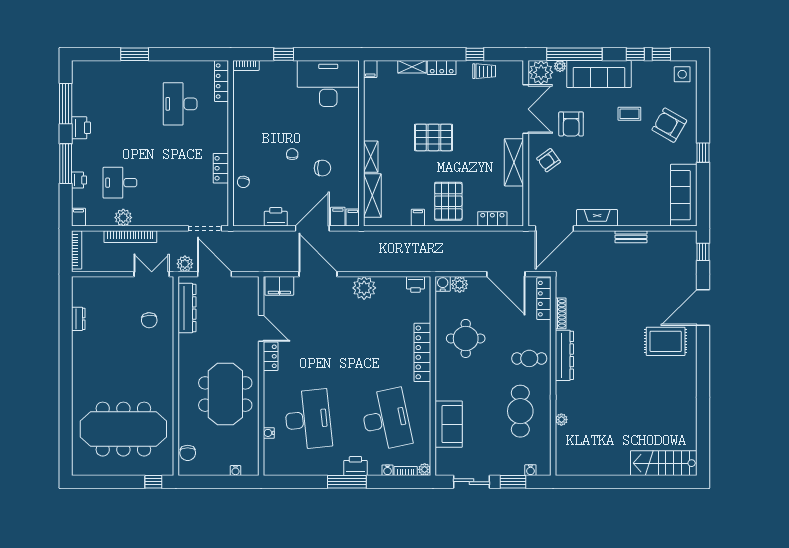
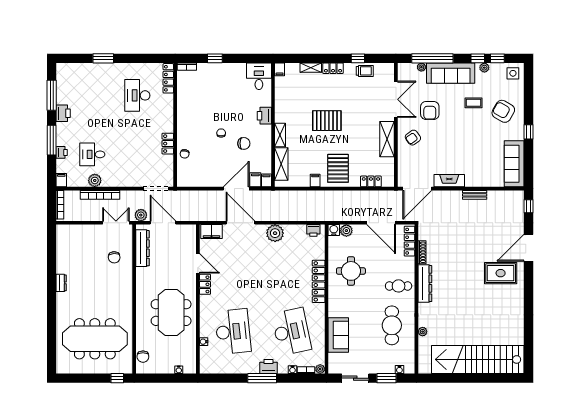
plant: (541, 72) -> (484, 68), moved, width x0.53, depth x0.53
desk: (328, 84) -> (259, 76), width x0.53, depth x0.77
printer: (276, 217) -> (264, 116), moved, turned -90
dresser: (78, 319) -> (61, 283), moved
stairs: (664, 463) -> (478, 359), width x1.86, depth x1.51

